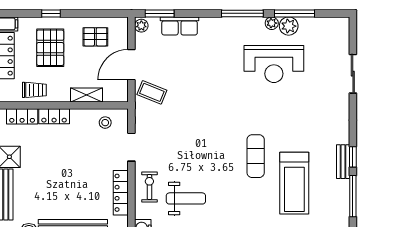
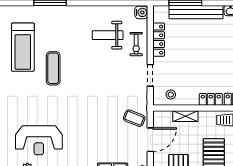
reception desk: (274, 64) -> (39, 140), turned 180
treadmill: (294, 183) -> (23, 47), turned 180

